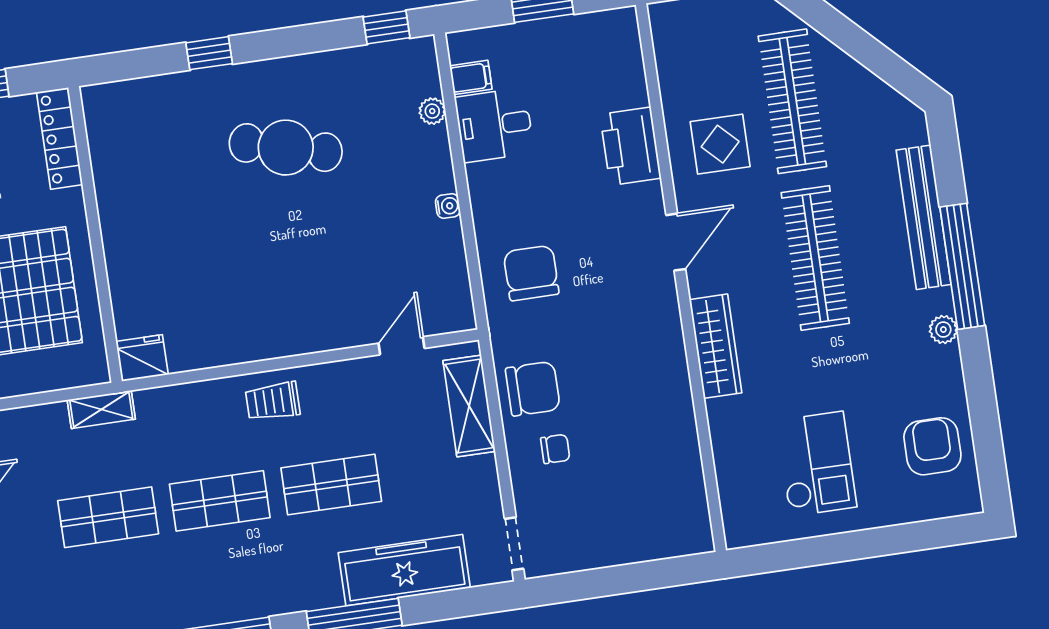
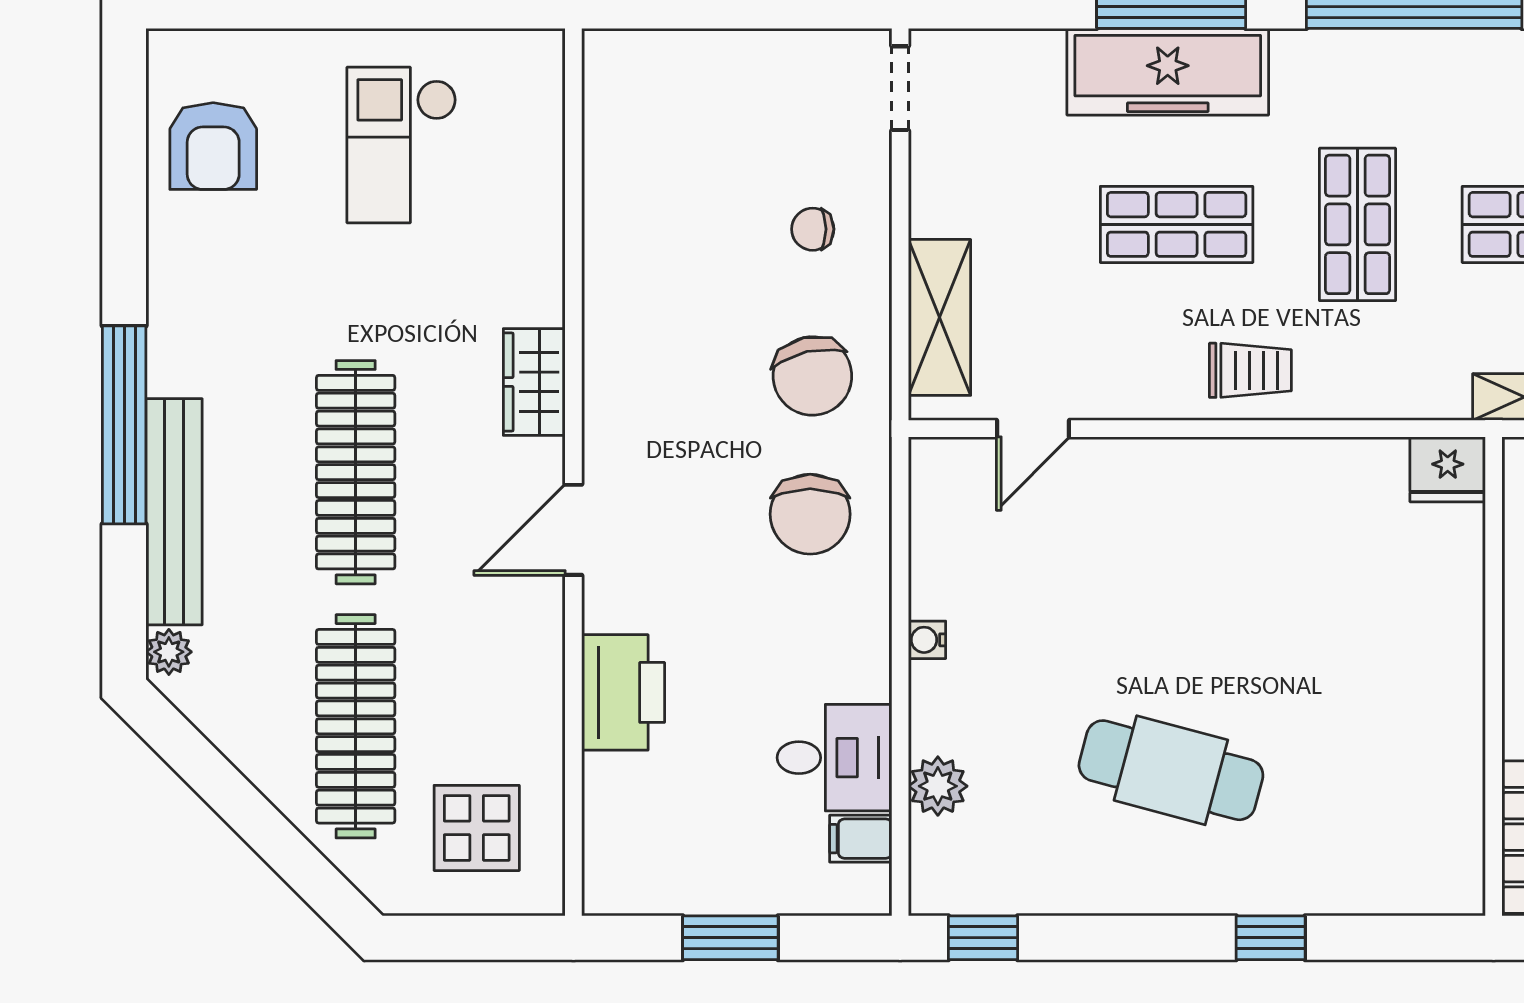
plant: (432, 111) -> (938, 786), width x1.38, depth x1.38
display table: (720, 144) -> (477, 828), moved
plant: (943, 330) -> (169, 652), moved
wardrobe: (716, 346) -> (534, 382), width x0.67
chair: (533, 389) -> (812, 376), moved, turned -103
shop shelf: (220, 501) -> (1358, 224), turned 90
freezer: (404, 570) -> (1168, 72), moved

